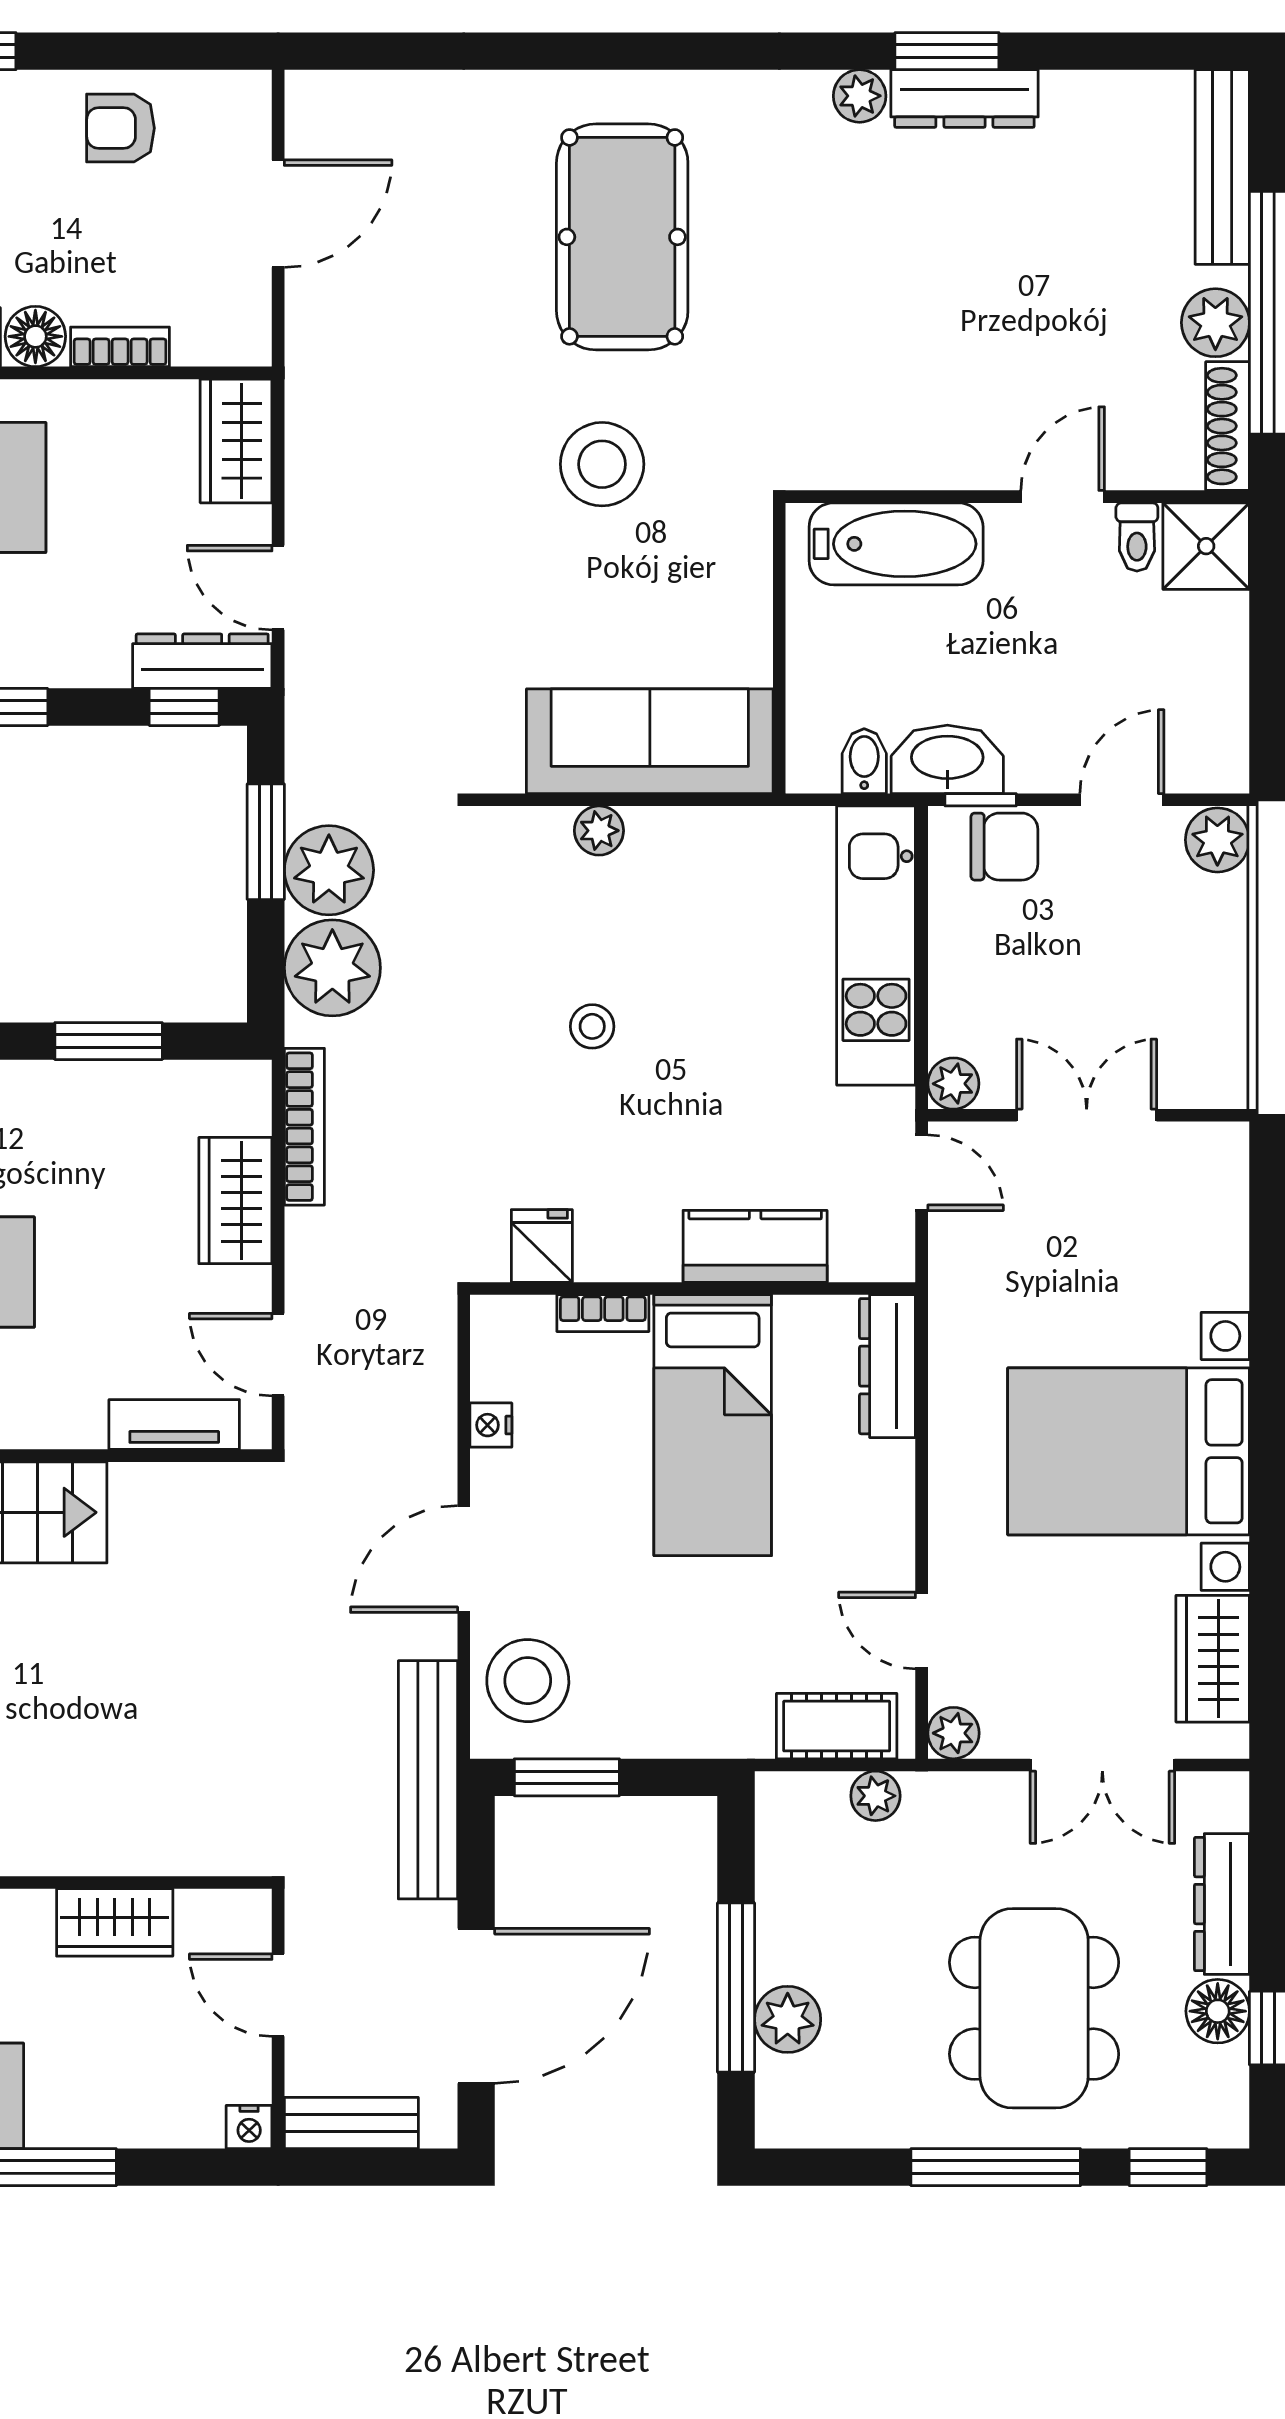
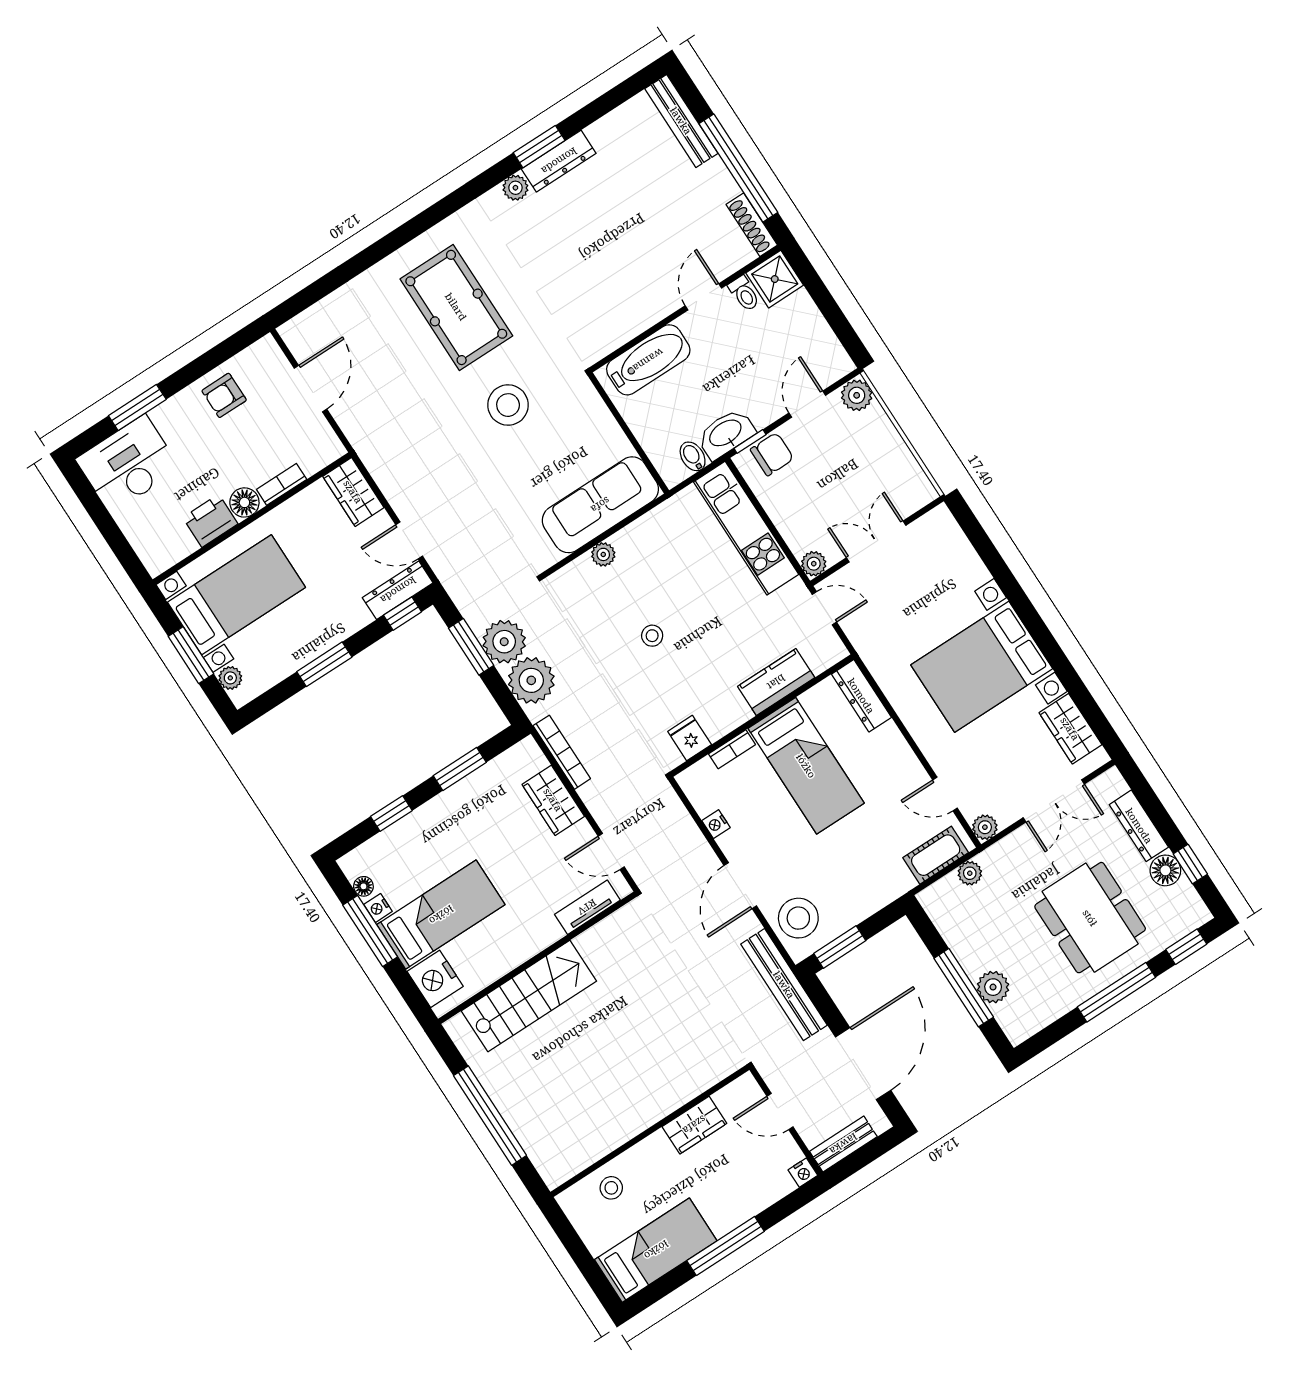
plant: (1215, 323) -> (720, 186), removed

